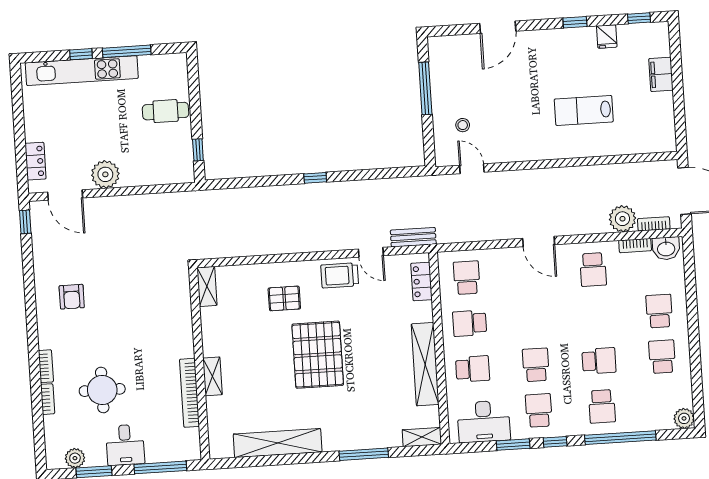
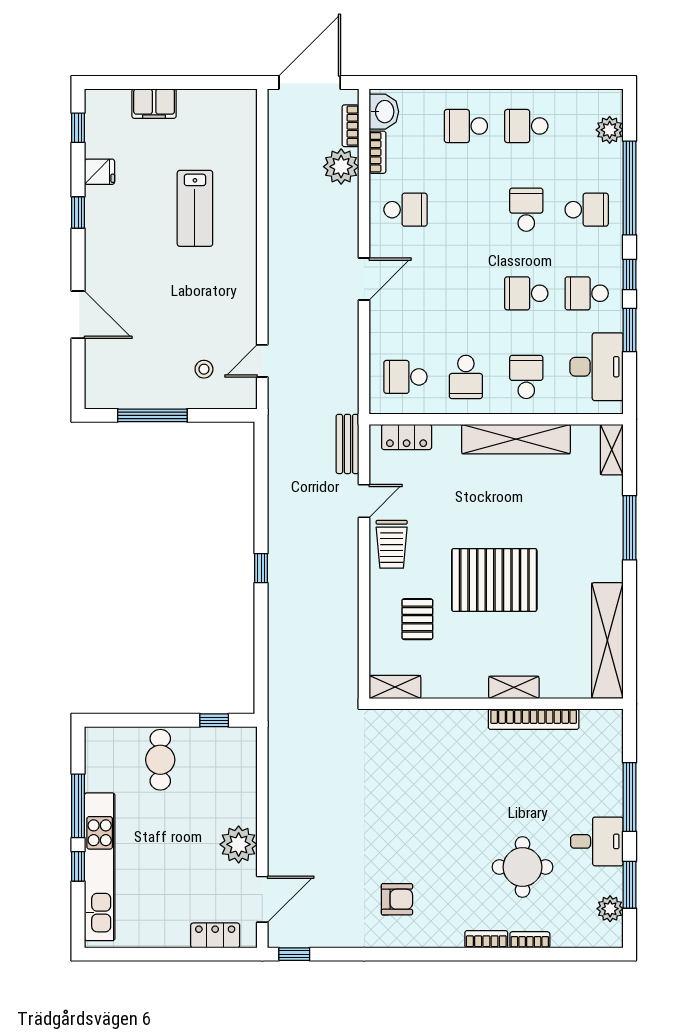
shelving: (207, 286) -> (395, 687), moved
wall: (199, 364) -> (496, 704), moved
shelving: (212, 376) -> (514, 687), moved
bookcase: (189, 393) -> (534, 719), moved
plant: (684, 418) -> (610, 130), moved

